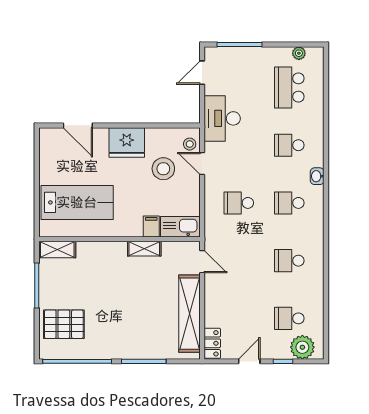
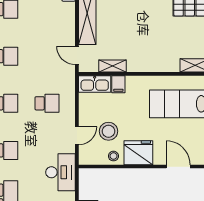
stool: (190, 144) -> (113, 156), moved
door: (202, 163) -> (77, 136), hinge flipped
shelving: (144, 249) -> (113, 66), moved

